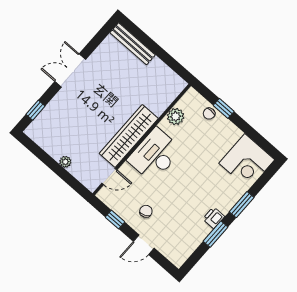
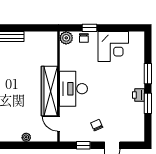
plant: (176, 116) -> (66, 38), moved
corner desk: (247, 161) -> (113, 46), moved
door: (109, 176) -> (59, 124), swing flipped

